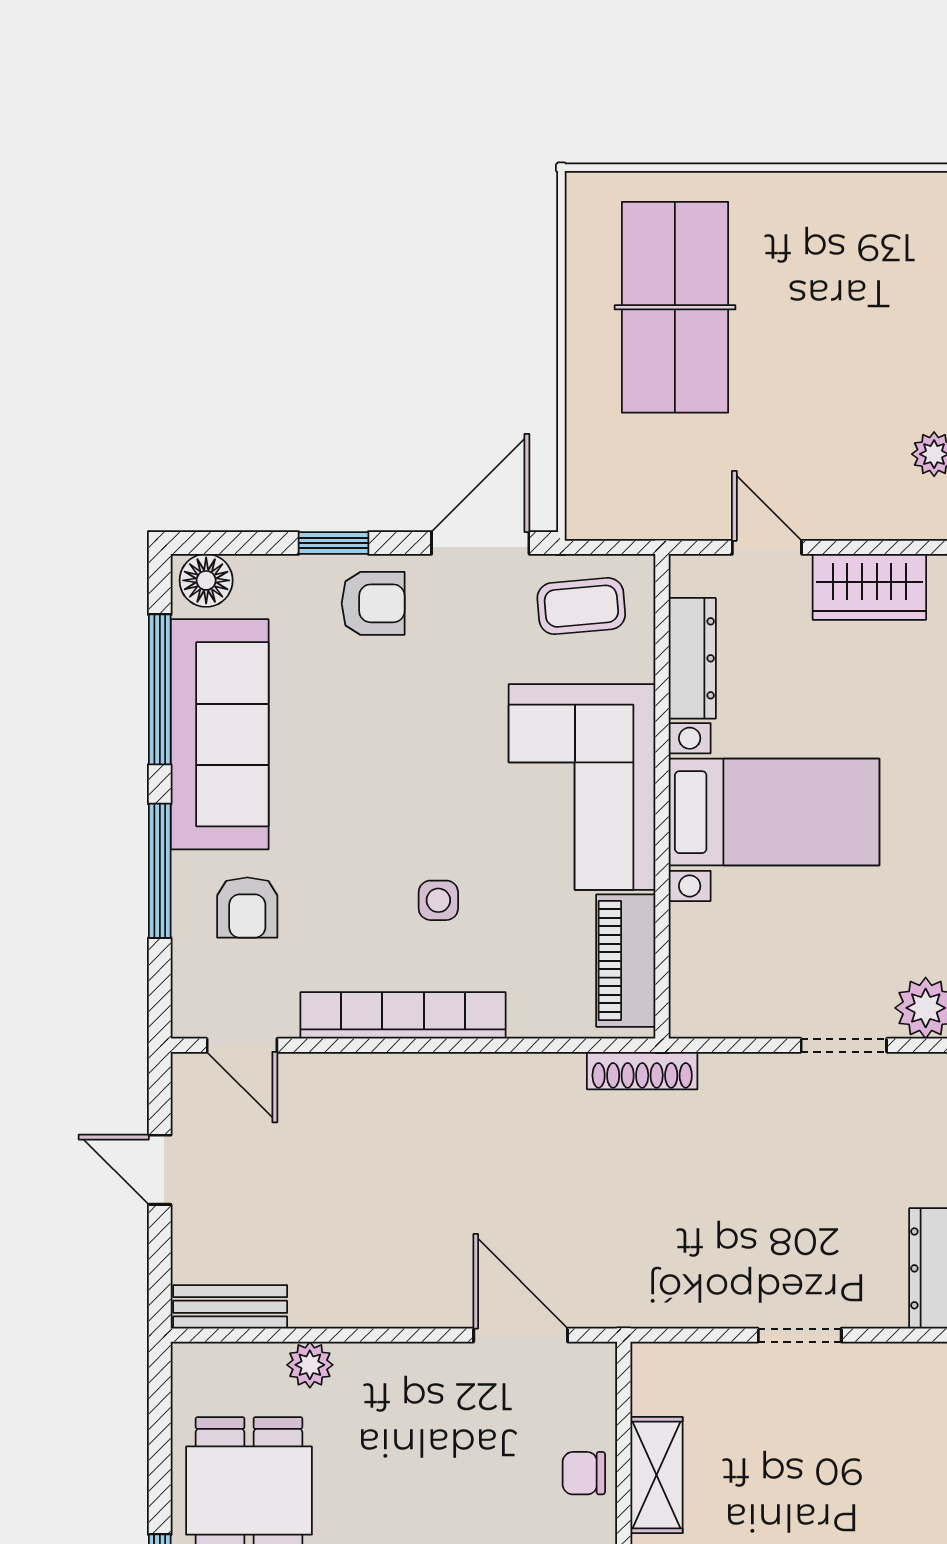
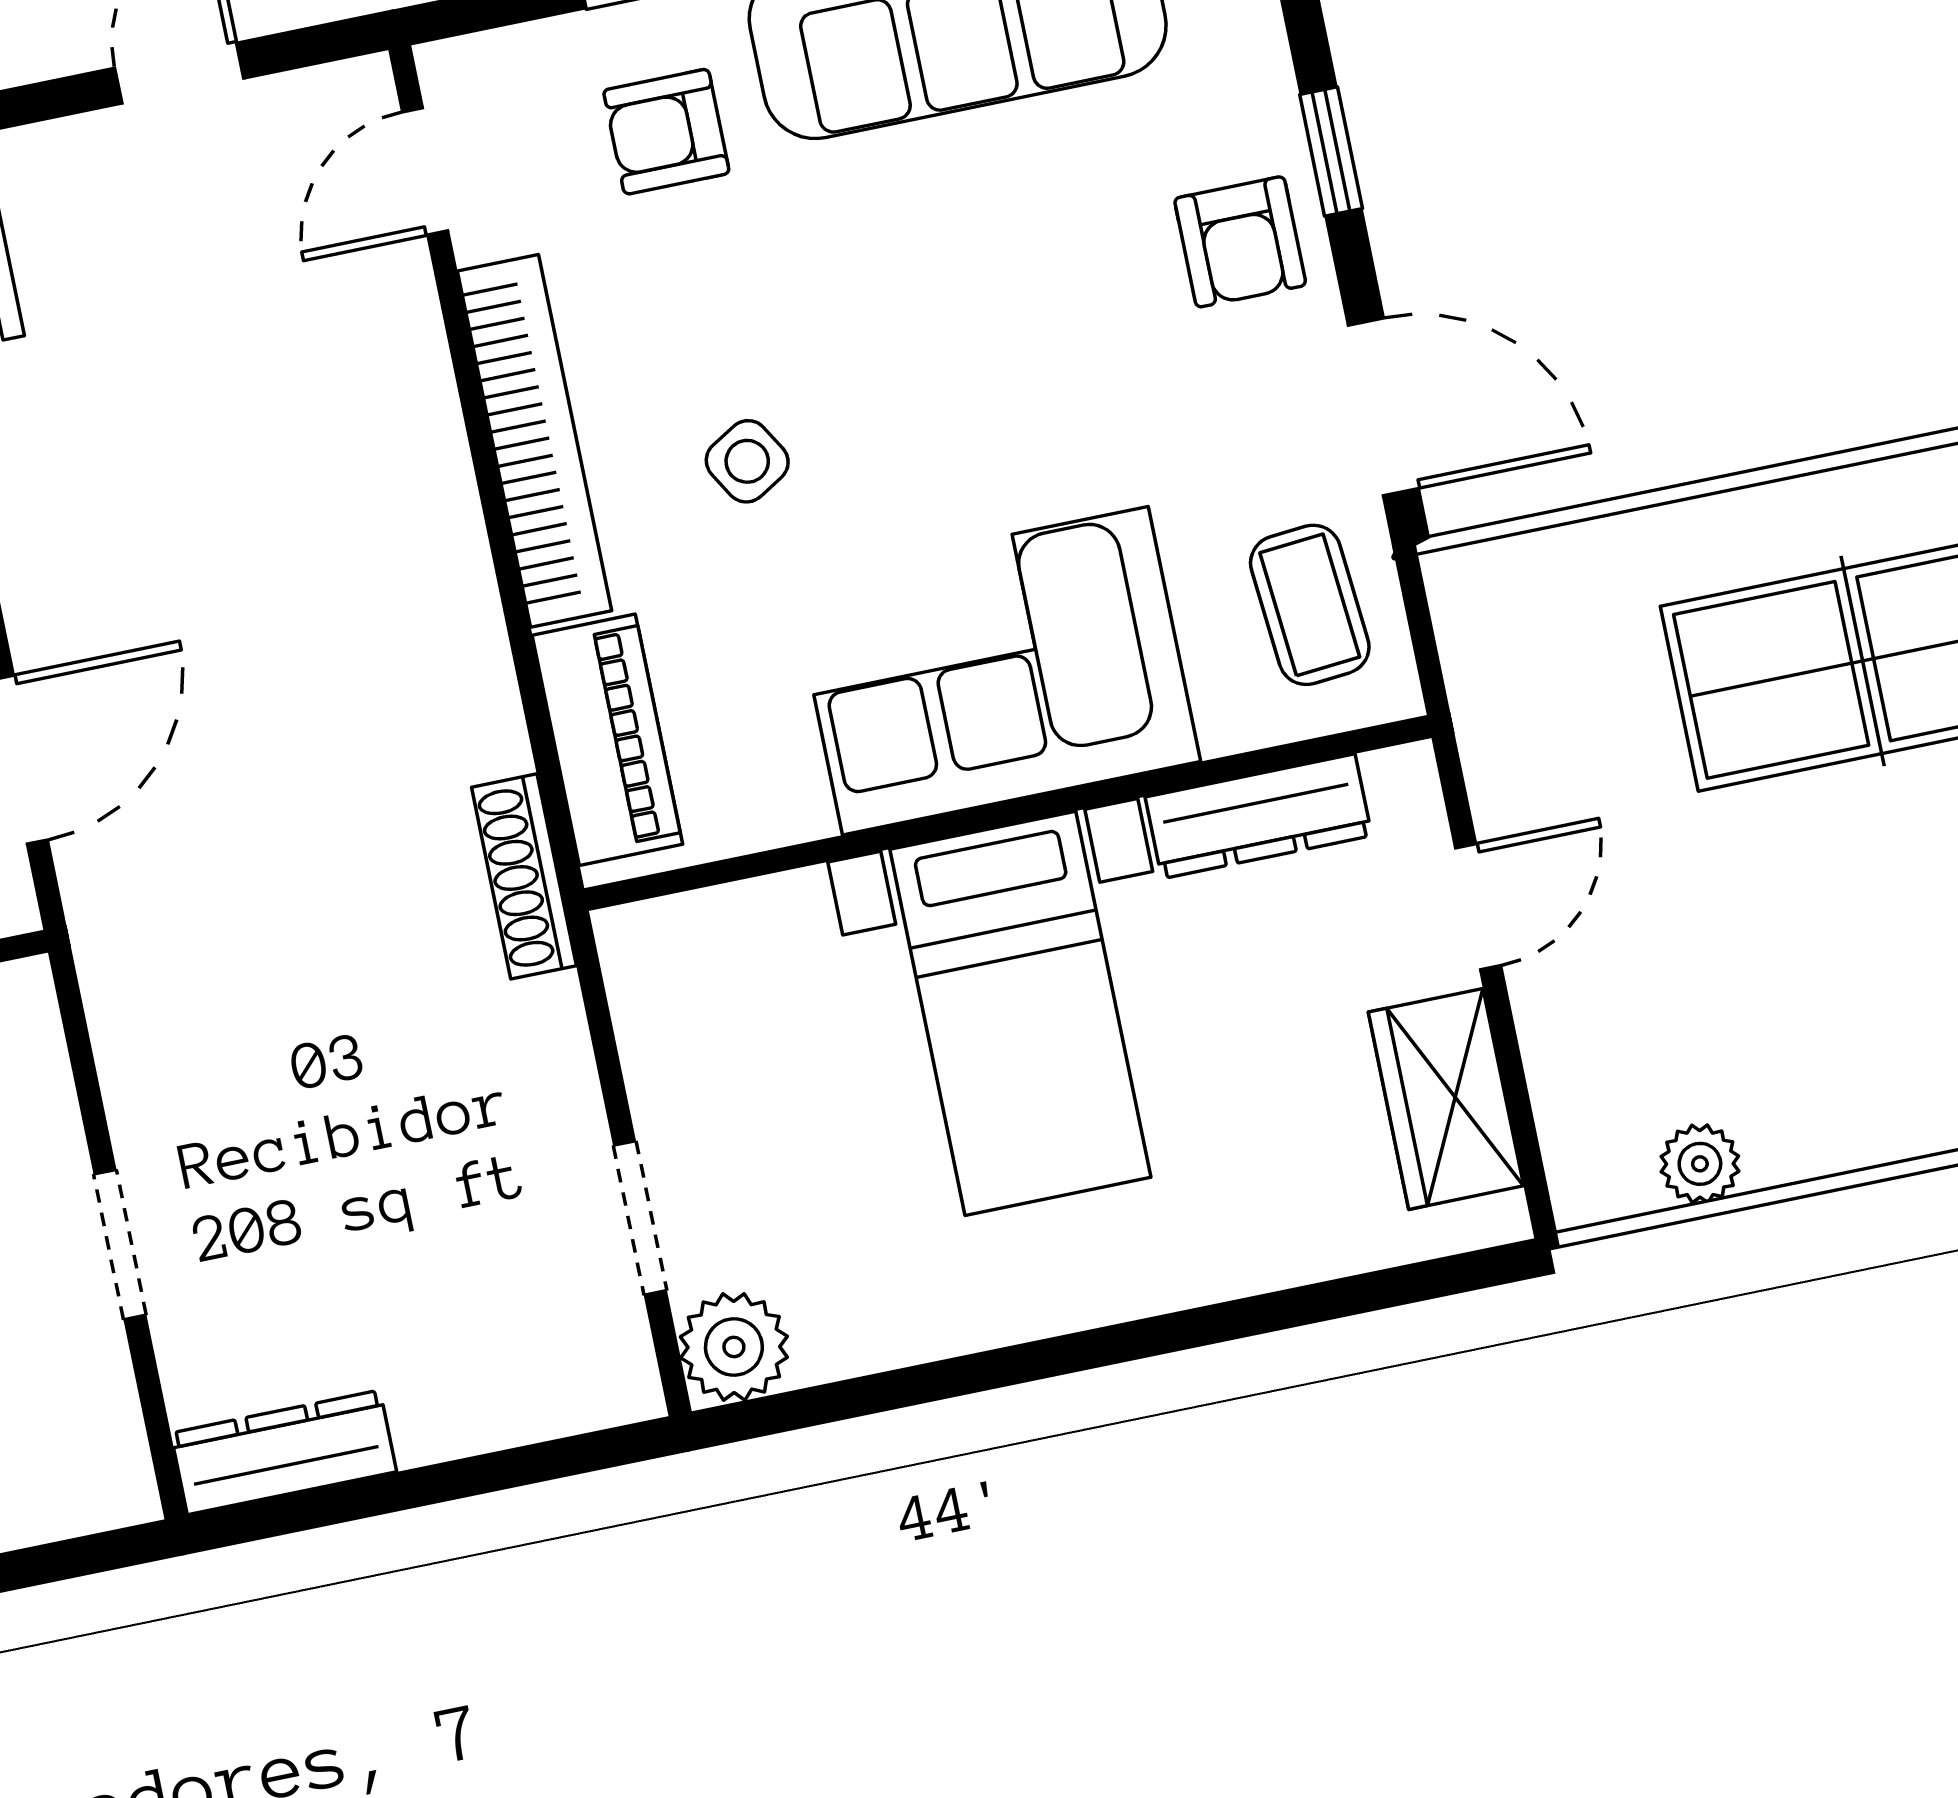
side table: (438, 900) -> (747, 461), turned -31
piano: (626, 961) -> (607, 740), moved, turned 90

